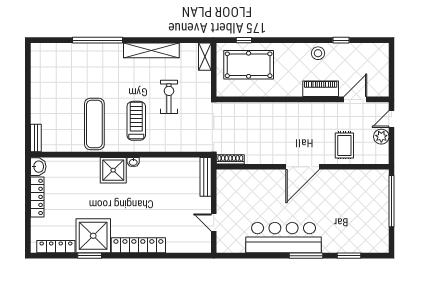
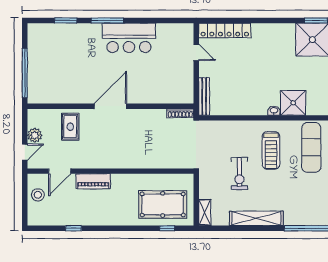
stool: (318, 53) -> (38, 195), moved
bar counter: (284, 238) -> (129, 38), width x0.73
locker: (138, 245) -> (225, 30), moved

